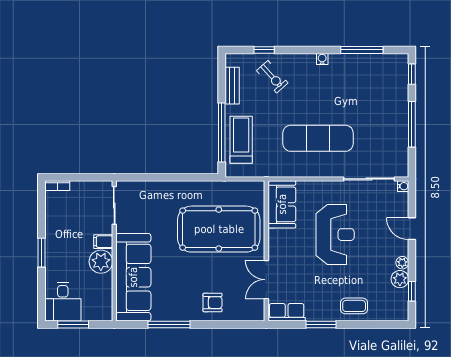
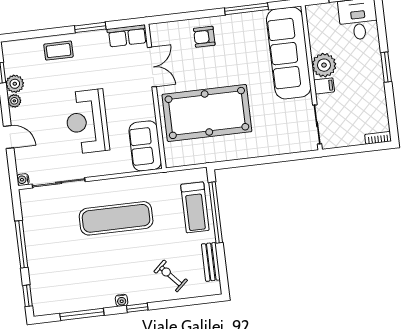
window: (264, 50) -> (137, 308), moved

